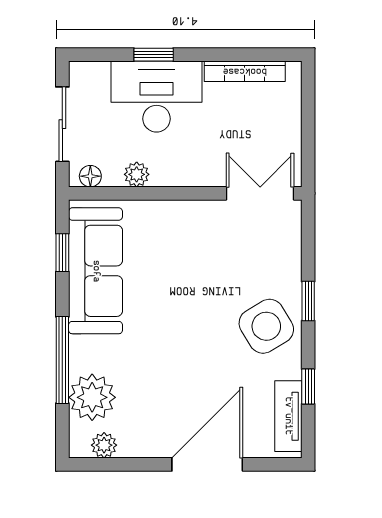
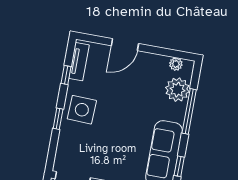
side table: (266, 326) -> (82, 110), turned 33
door: (207, 464) -> (125, 45), width x0.73

